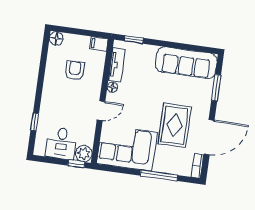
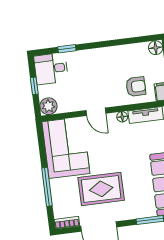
armchair: (75, 70) -> (136, 87), moved
desk: (61, 143) -> (51, 69), moved
window: (76, 164) -> (34, 86), moved

